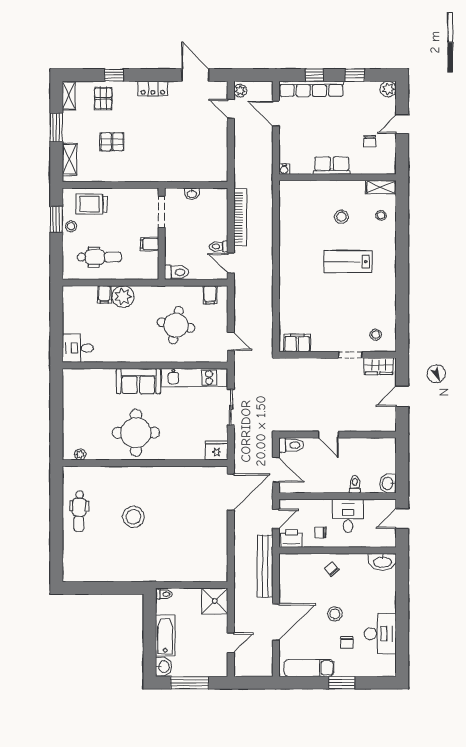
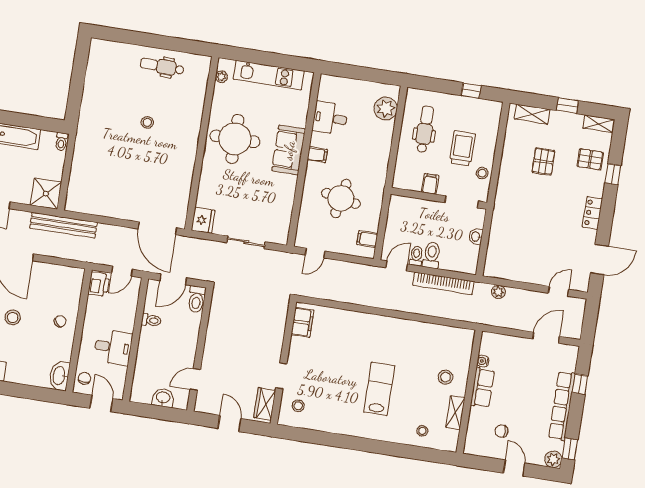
window: (355, 75) -> (570, 449), moved
row of seats: (311, 89) -> (562, 406), moved
plant: (240, 91) -> (498, 292), moved
window: (56, 127) -> (567, 106), width x0.67
water cooler: (284, 169) -> (483, 361), moved
shelving: (381, 187) -> (455, 413), moved
trolley: (92, 204) -> (462, 148), moved
stool: (341, 217) -> (445, 377), moved
window: (56, 219) -> (471, 90), width x0.67
stool: (71, 226) -> (482, 173), moved
dental chair: (99, 257) -> (425, 129), turned 180
toilet: (177, 272) -> (432, 255), moved, turned 180
filing cabinet: (104, 294) -> (317, 155), moved, turned 180
plant: (123, 297) -> (386, 109), moved
desk: (78, 348) -> (330, 118), moved, turned -90
kitchen unit: (194, 378) -> (269, 75), moved, turned -90
door: (328, 435) -> (195, 380), moved
washbasin: (388, 483) -> (163, 398), moved
toilet: (355, 484) -> (151, 320), moved
stool: (133, 517) -> (147, 122), width x0.53, depth x0.53
door: (276, 519) -> (122, 271), hinge flipped
chair: (320, 533) -> (84, 378), moved
bench: (265, 566) -> (63, 225), moved

